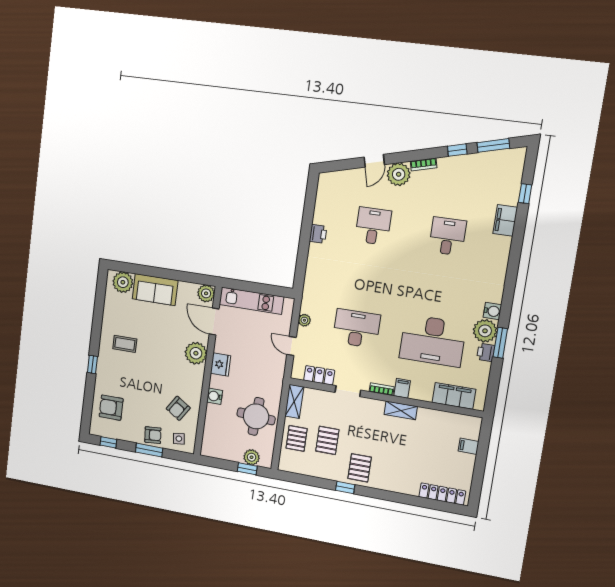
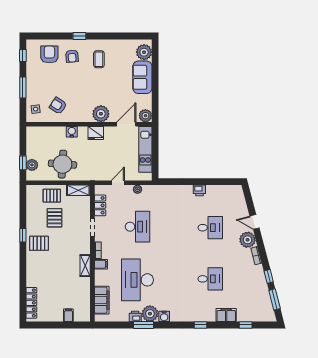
window: (514, 260) -> (201, 325), added
armchair: (153, 435) -> (72, 56), moved
pallet: (327, 440) -> (54, 218), turned 90

